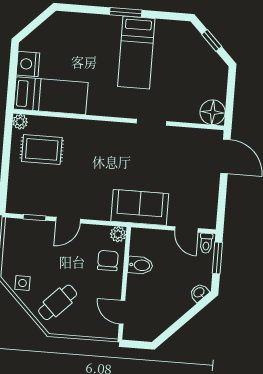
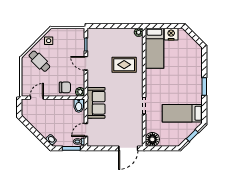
bed: (136, 53) -> (182, 113), moved
rug: (42, 149) -> (124, 65), moved, turned 90
bidet: (140, 265) -> (79, 106), moved

